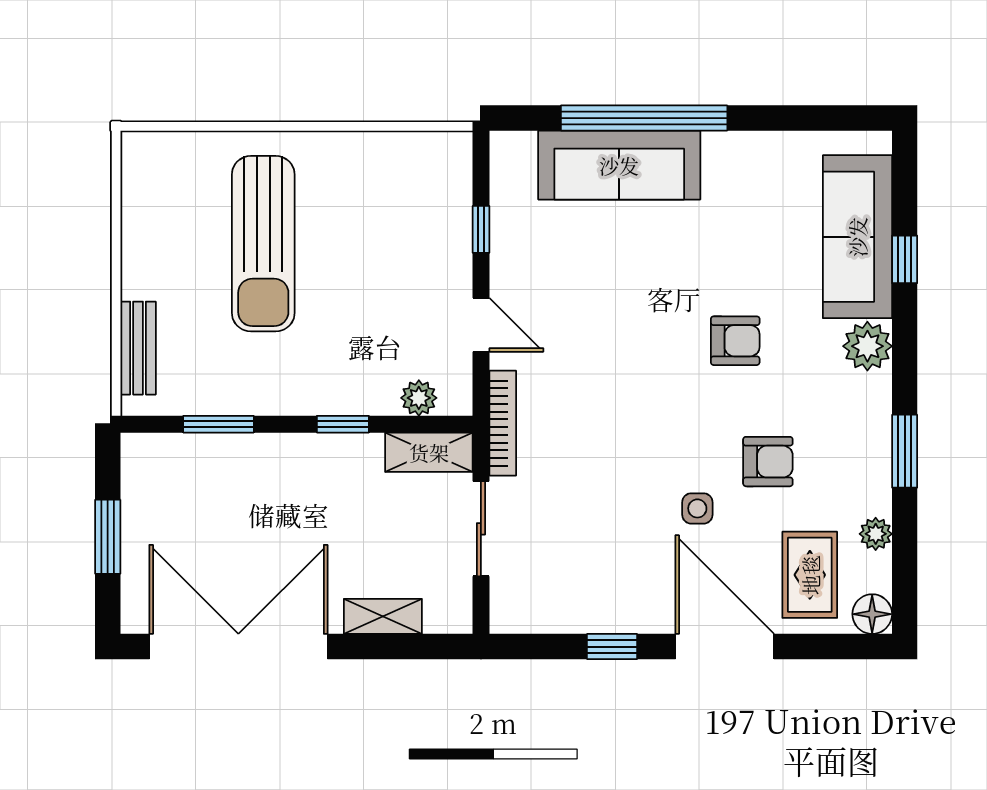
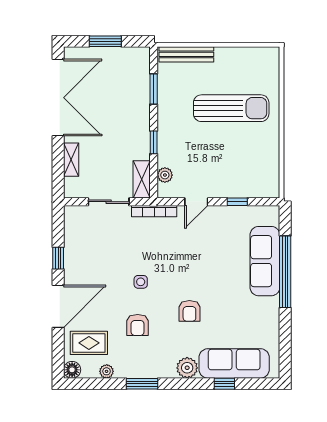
sun lounger: (263, 244) -> (231, 108), turned 180
bench: (138, 348) -> (186, 54), width x1.36
side table: (697, 508) -> (141, 282), moved

